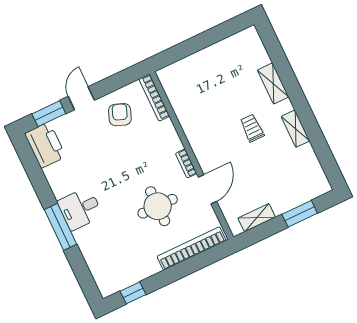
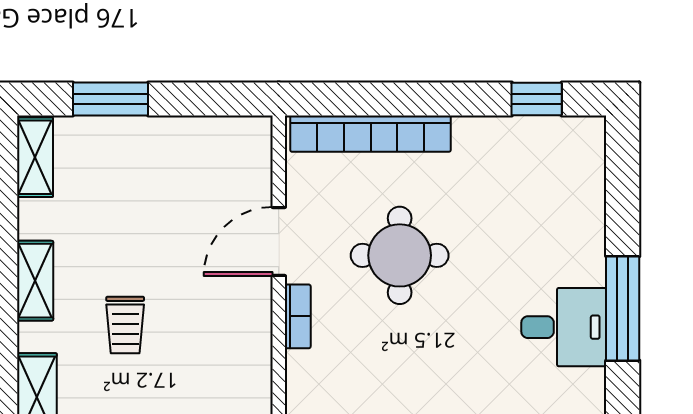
shelving: (257, 218) -> (35, 157), moved, turned 90

